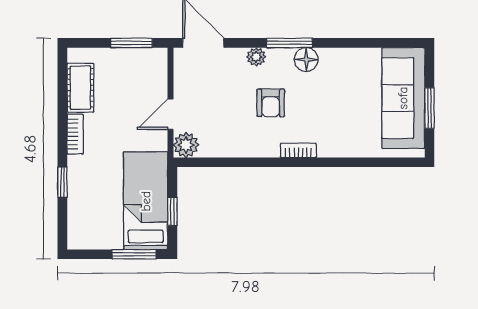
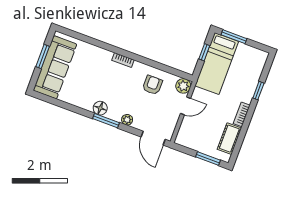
window: (131, 43) -> (208, 159), moved
armchair: (271, 103) -> (152, 85), moved

